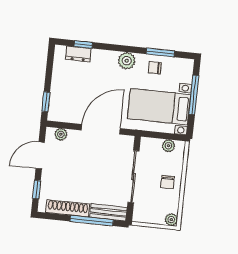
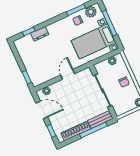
dresser: (78, 54) -> (40, 34), moved
plant: (127, 61) -> (91, 12), moved
door: (101, 129) -> (68, 74), width x0.53
door: (40, 155) -> (42, 110), swing flipped

